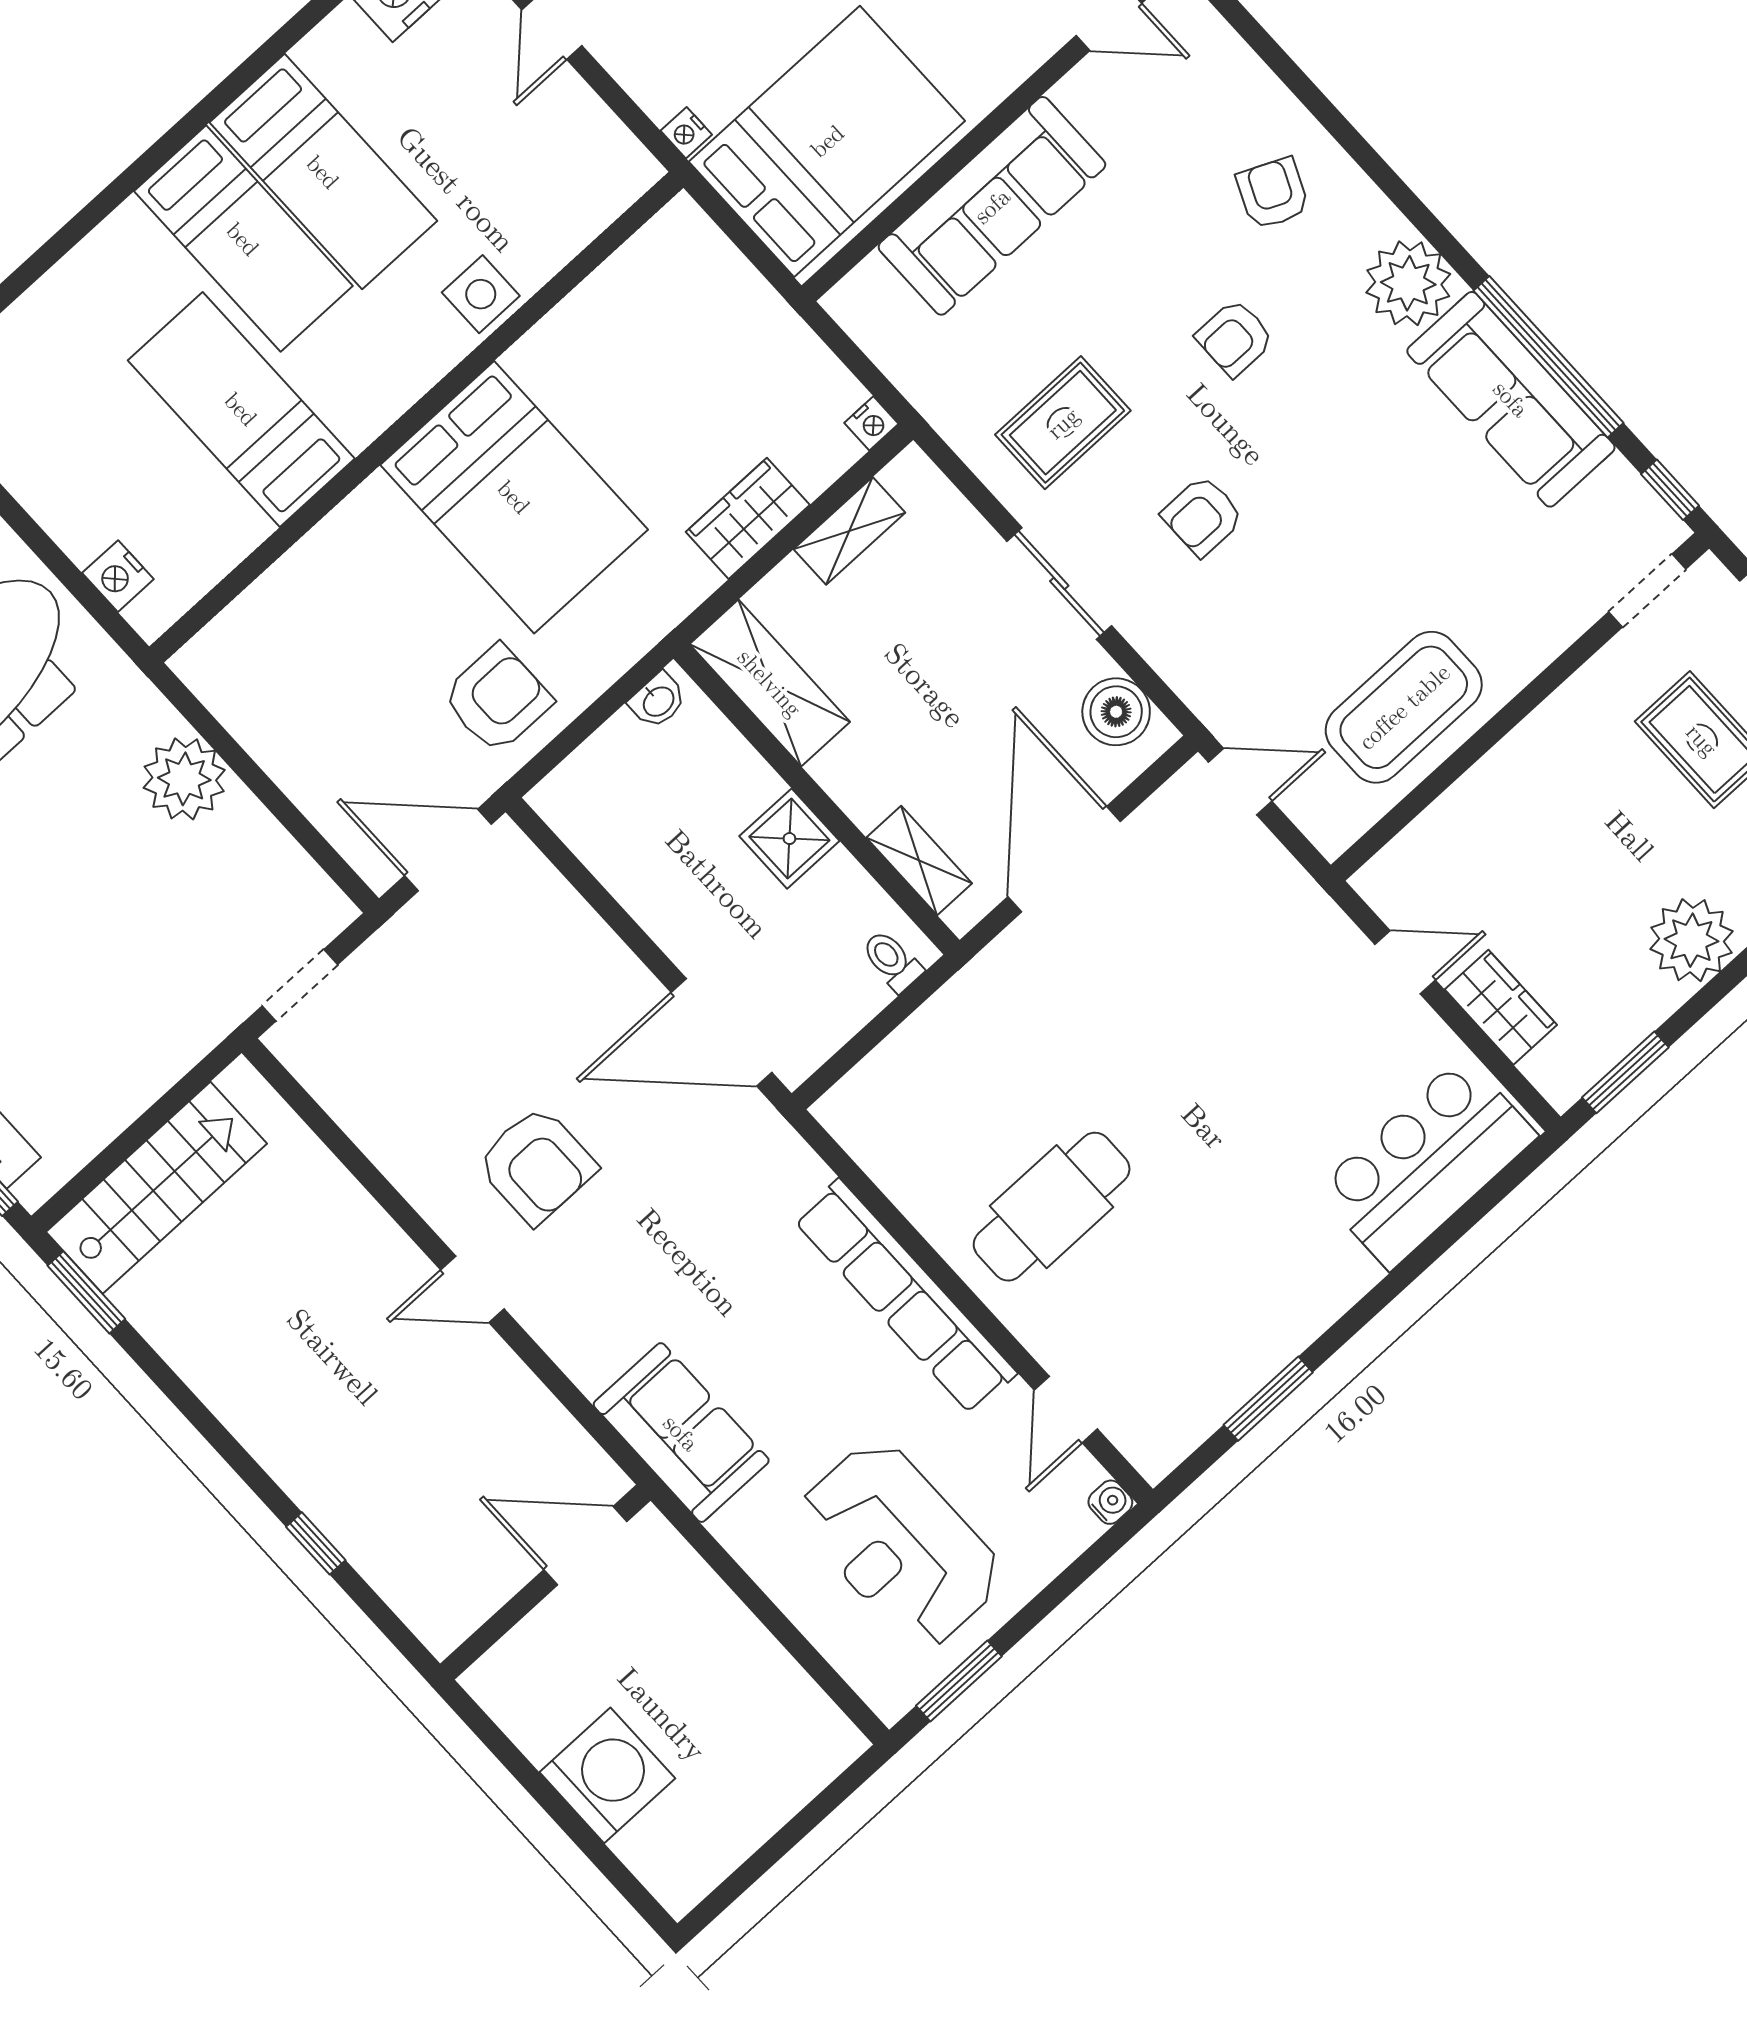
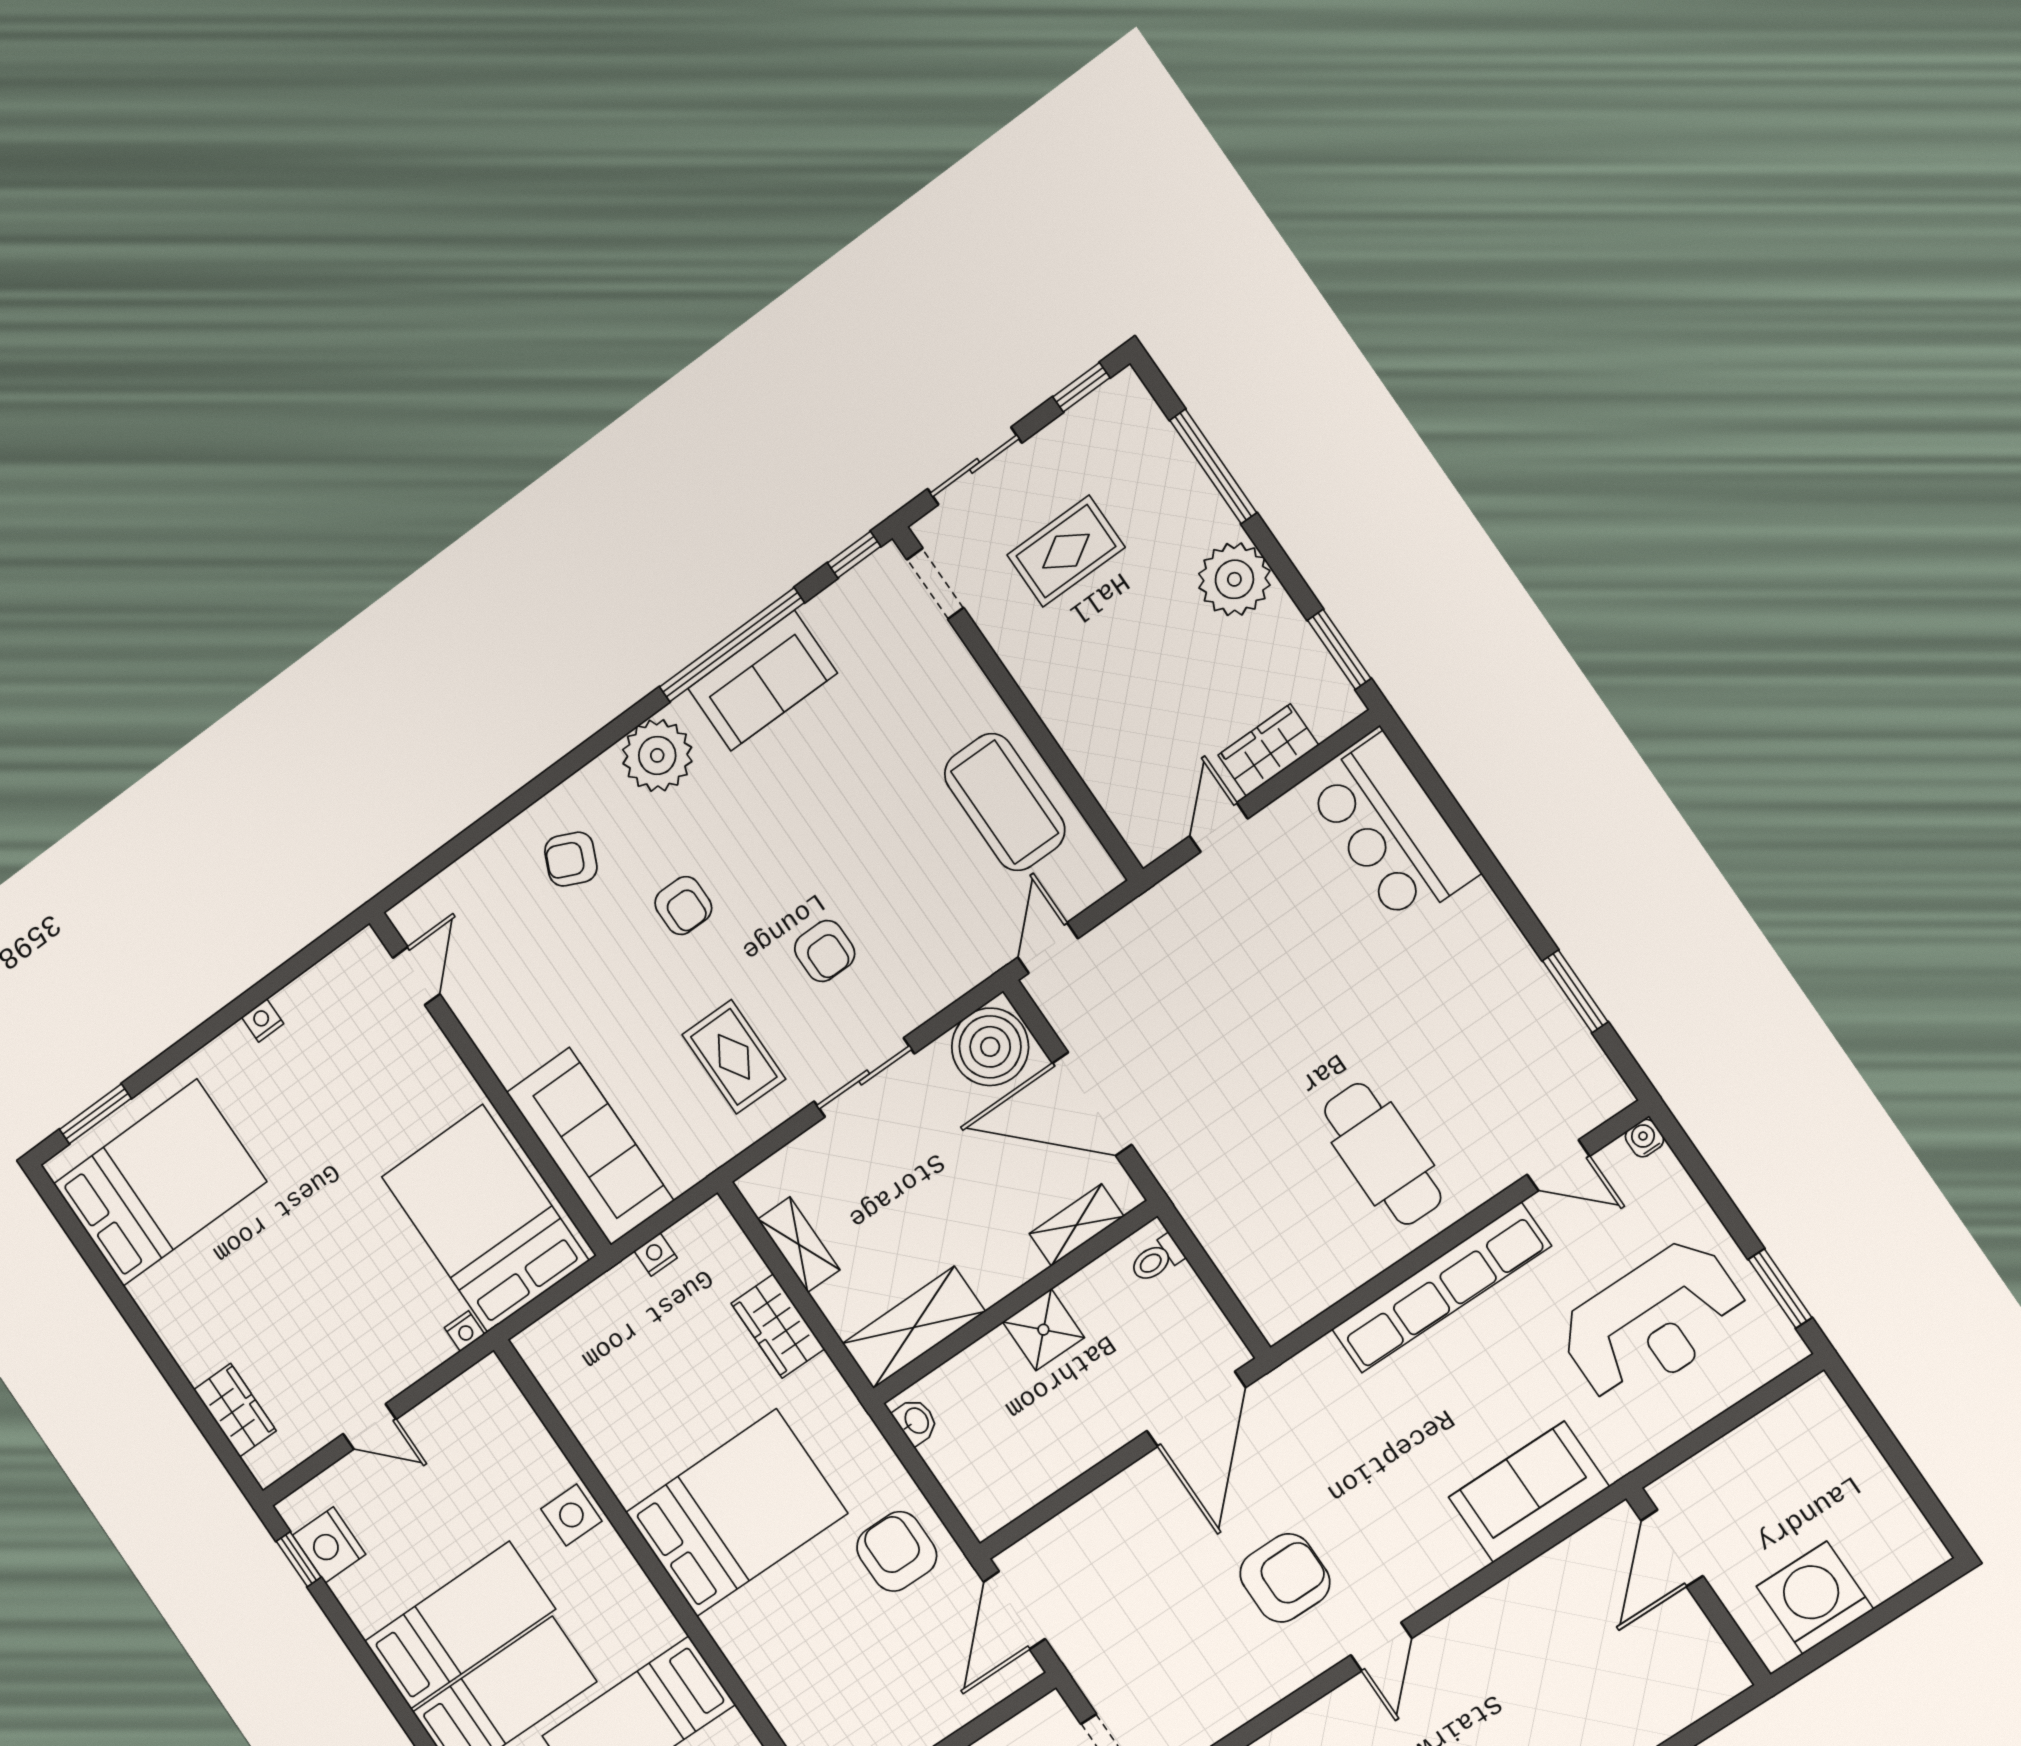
sofa: (992, 206) -> (590, 1146), moved
sofa: (1511, 399) -> (763, 681), width x0.73
nightstand: (871, 423) -> (656, 1254), moved, turned -90
boiler: (1116, 712) -> (990, 1047), width x1.37, depth x1.37
door: (585, 1546) -> (1672, 1548), moved
wall: (545, 1582) -> (1698, 1586), moved

